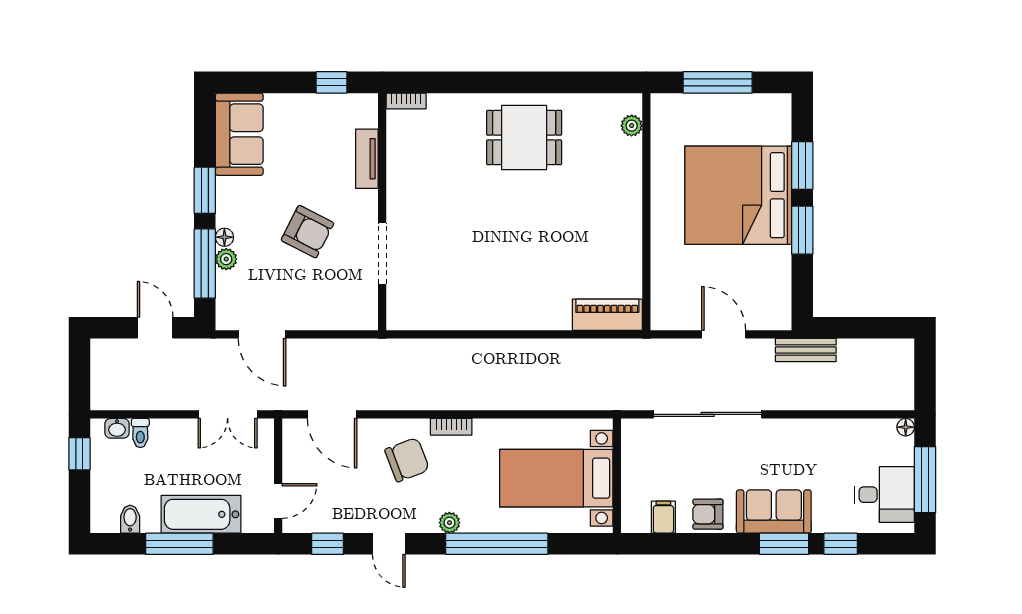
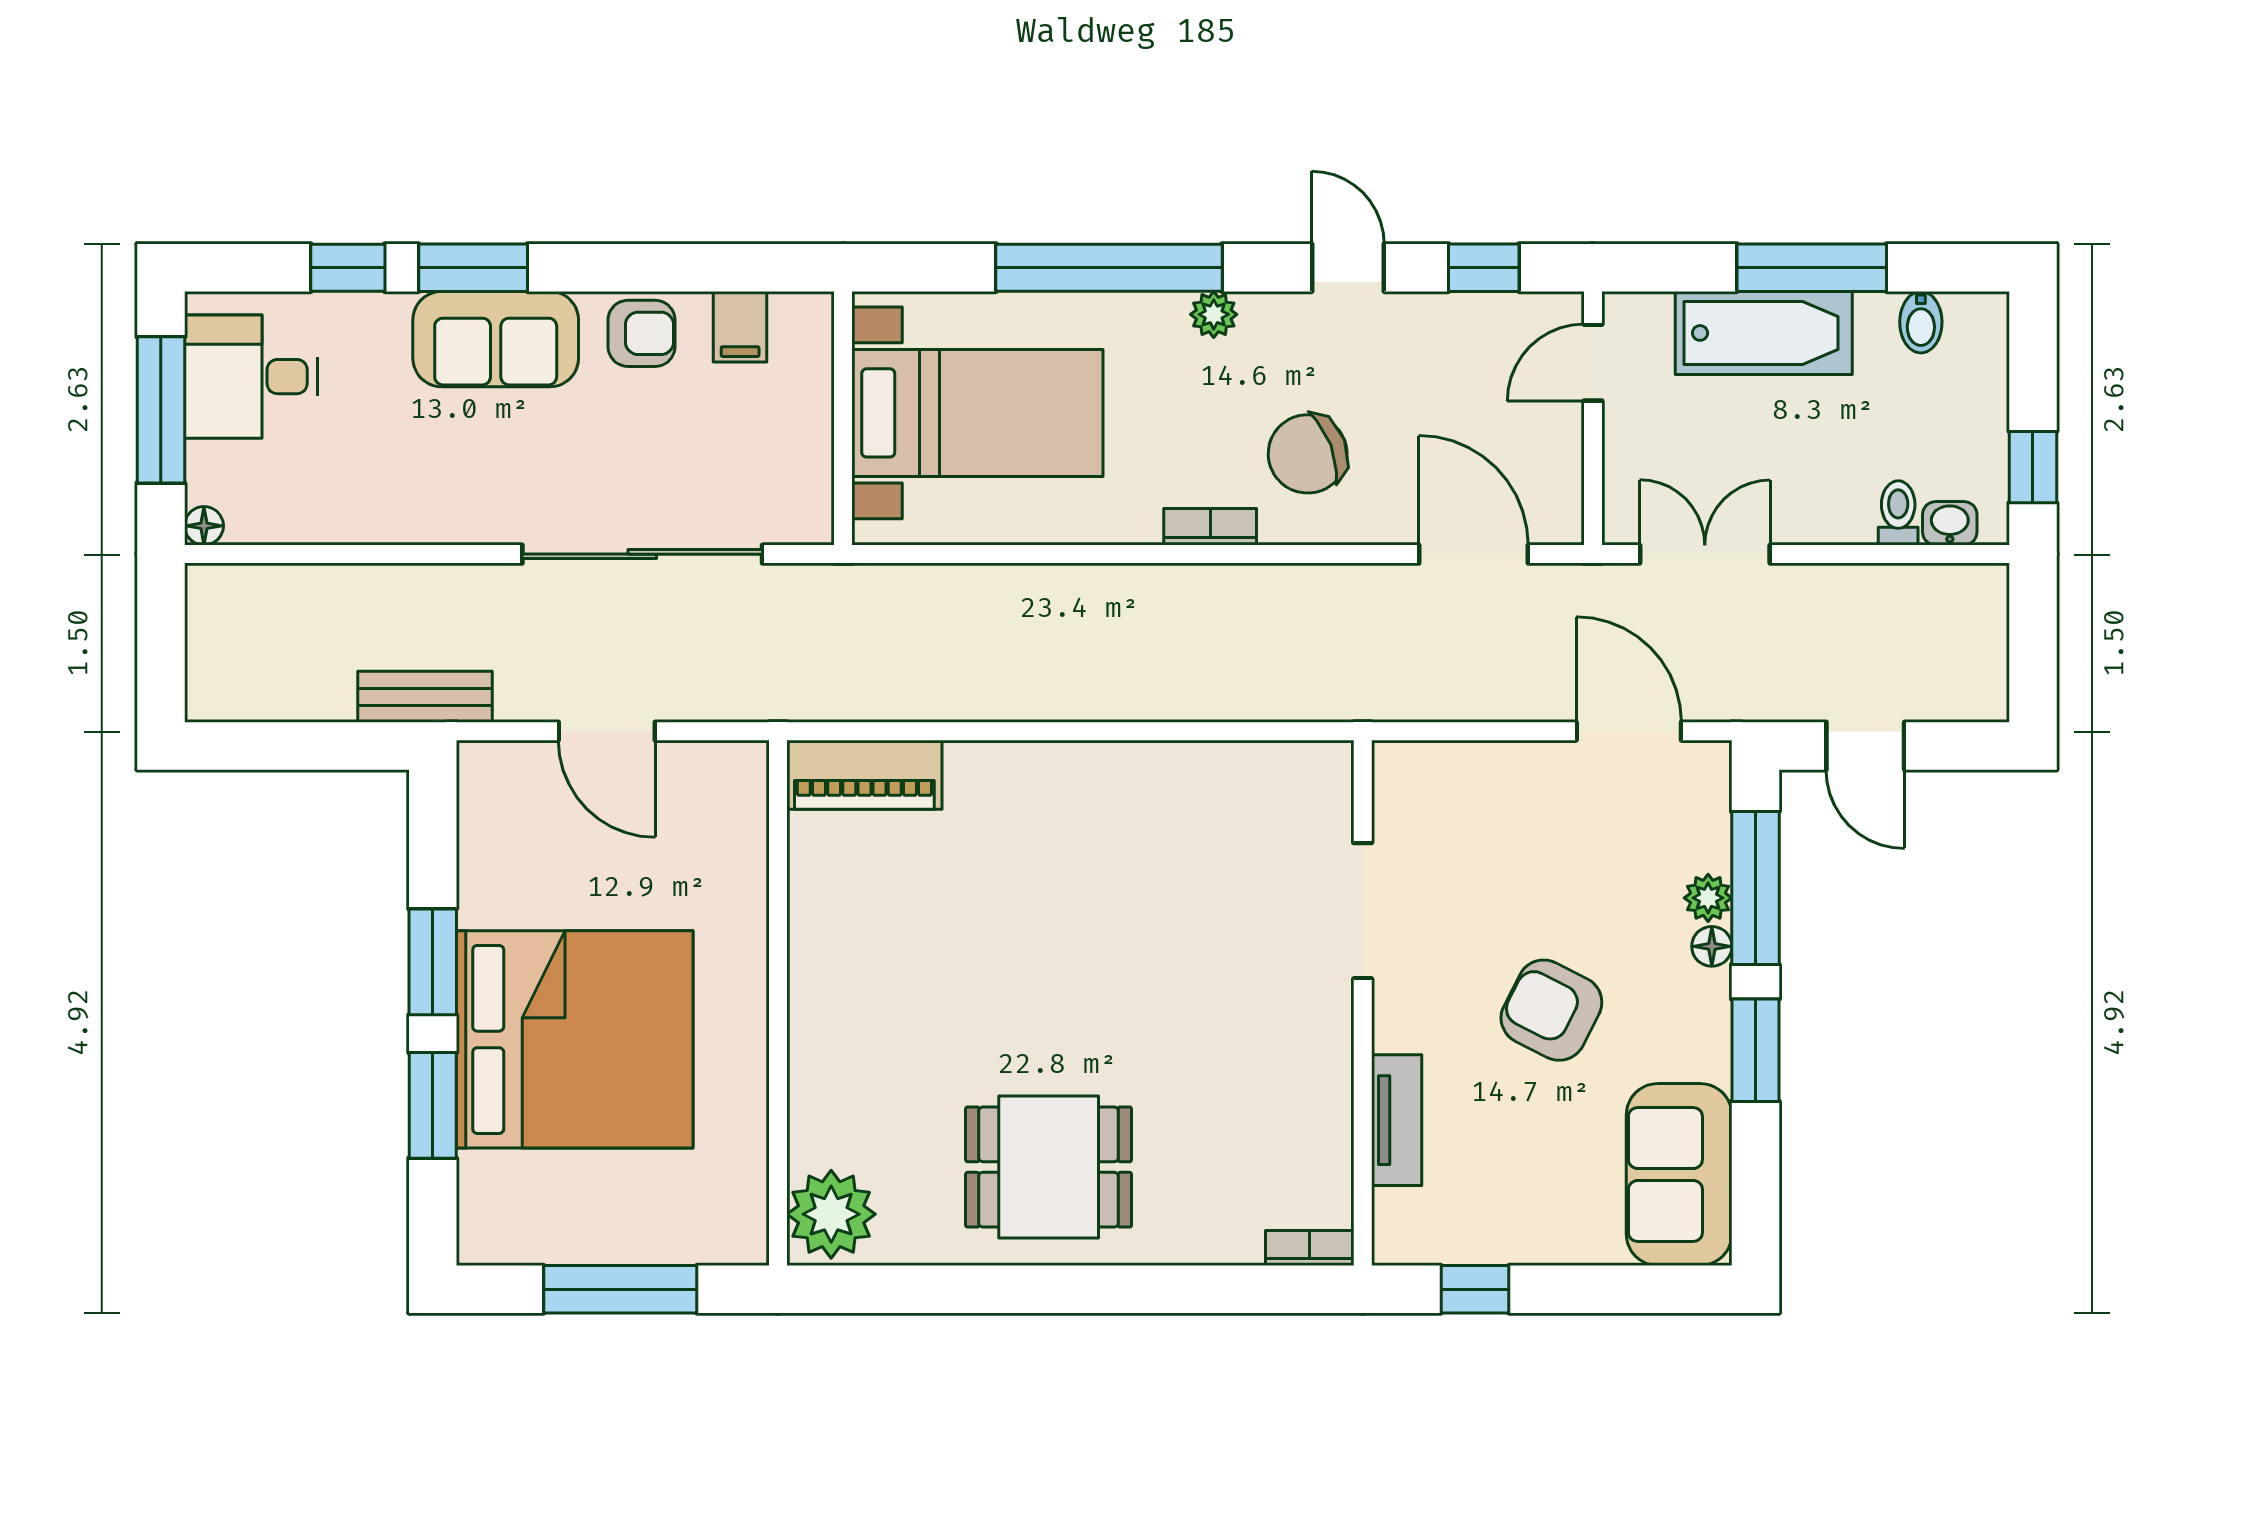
plant: (632, 126) -> (831, 1214), width x1.87, depth x1.87
armchair: (307, 232) -> (1551, 1010), moved

